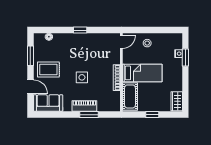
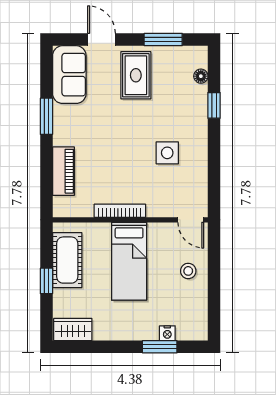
window: (80, 30) -> (214, 105), moved
side table: (82, 77) -> (167, 153), moved
door: (30, 87) -> (101, 40), swing flipped
cot: (130, 96) -> (67, 260), moved, turned 90
piano: (84, 106) -> (63, 171), moved
window: (89, 115) -> (46, 116), moved

